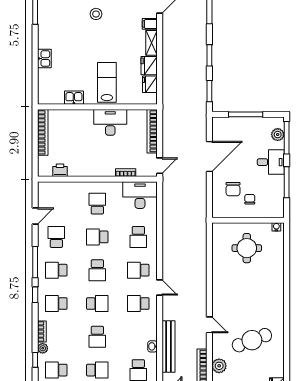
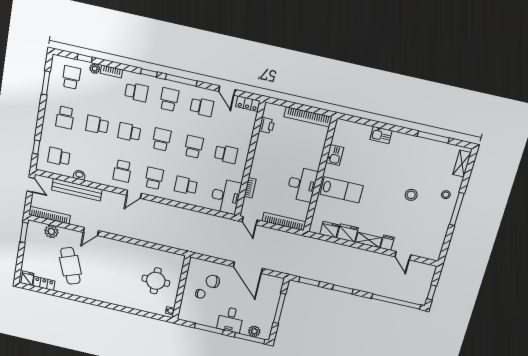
locker: (43, 193) -> (248, 104), added
school desk: (97, 270) -> (161, 139), turned 90
school desk: (56, 304) -> (136, 92), turned 90
school desk: (97, 304) -> (129, 132), turned 90
school desk: (138, 304) -> (122, 171), turned 180
locker: (278, 365) -> (44, 283), added

